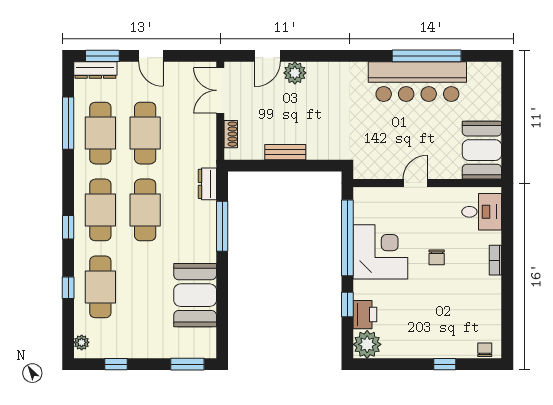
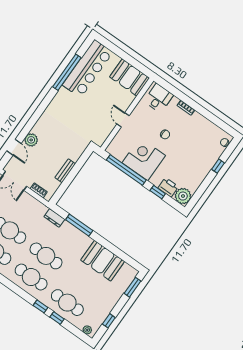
bar counter: (417, 82) -> (88, 69), moved
window: (68, 227) -> (41, 306), moved

